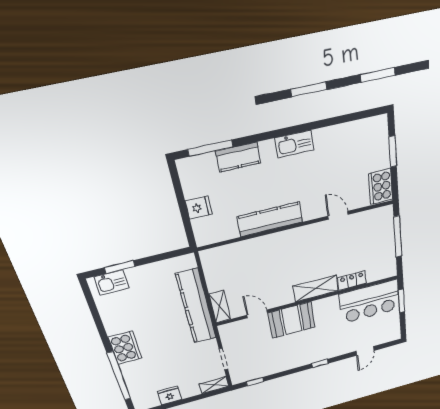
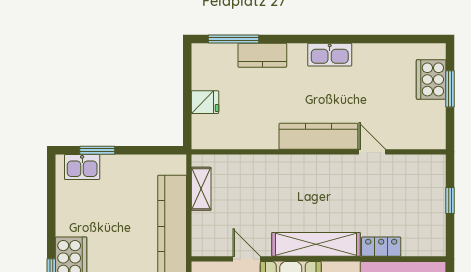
cooker: (381, 187) -> (431, 79), moved
kitchen counter: (270, 219) -> (318, 136), moved
window: (398, 237) -> (450, 201), width x0.46
shelving: (316, 289) -> (316, 244), width x1.47
shelving: (220, 307) -> (201, 189), moved

